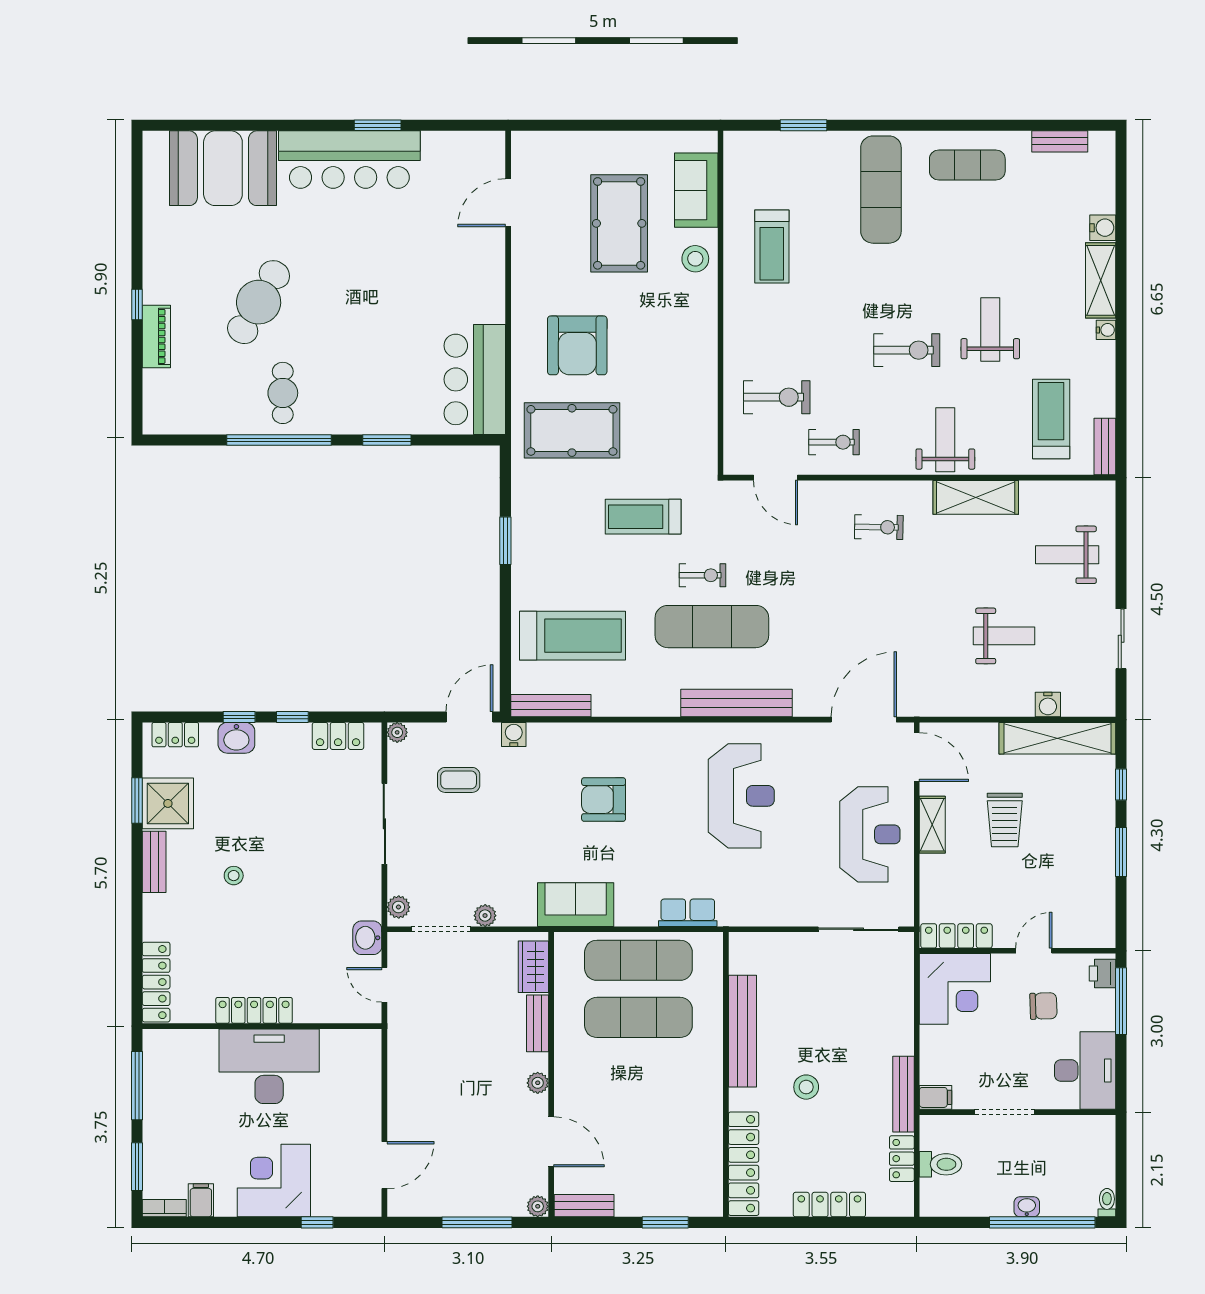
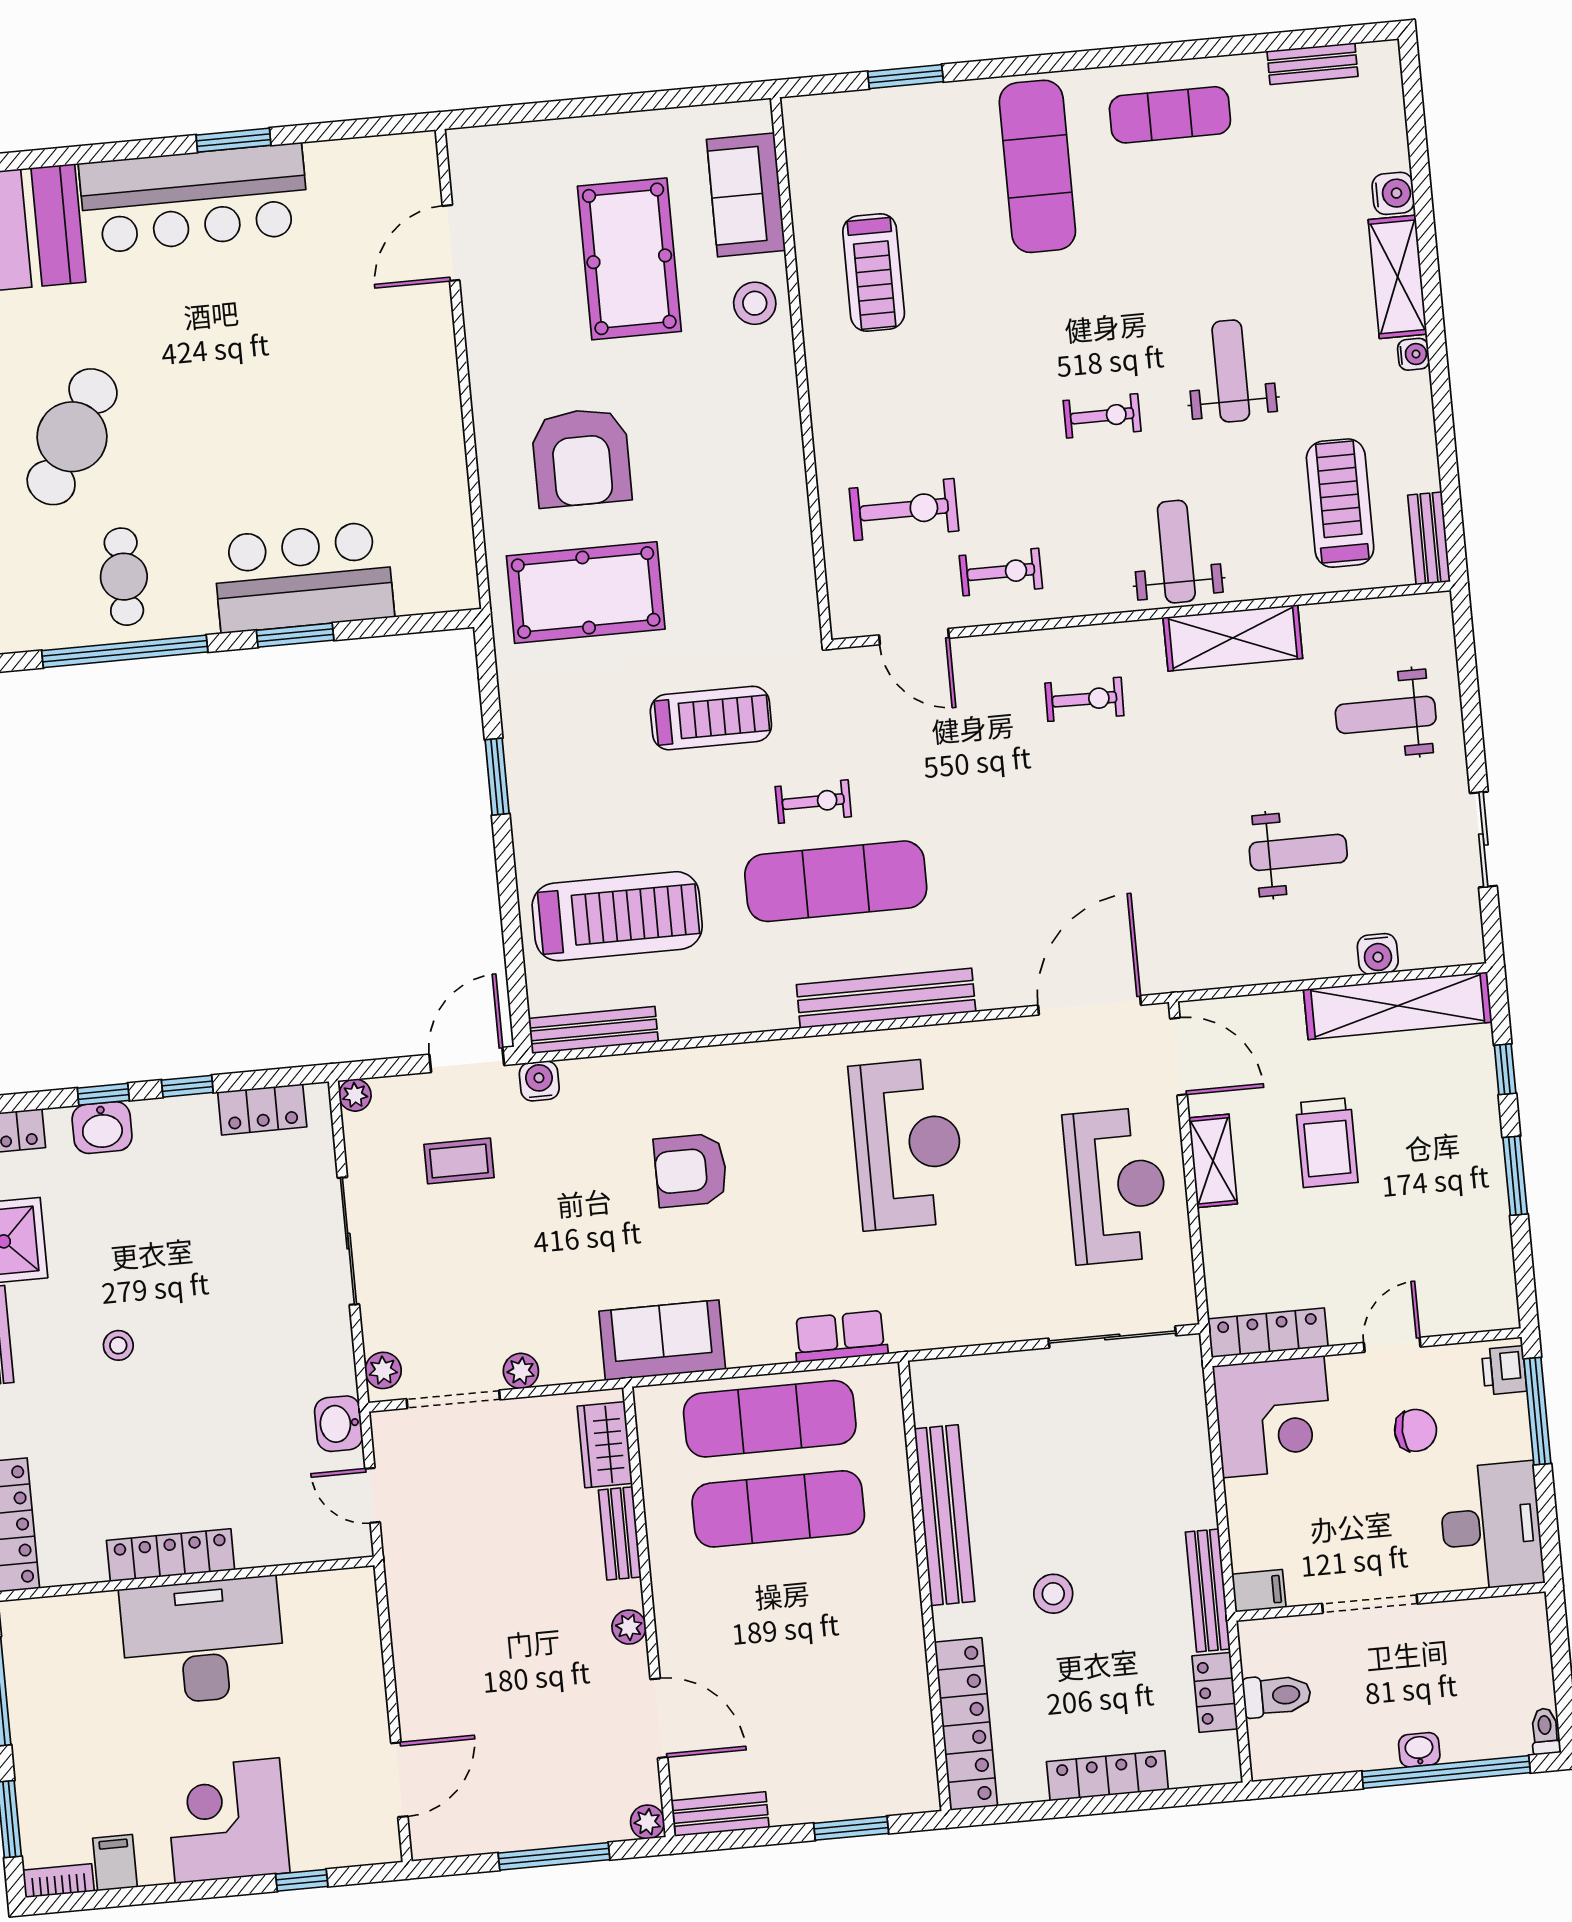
exercise bike: (907, 350) -> (1102, 416), width x0.73, depth x0.72
bar counter: (475, 379) -> (303, 577), moved, turned 90
treadmill: (643, 517) -> (711, 718), turned 180

